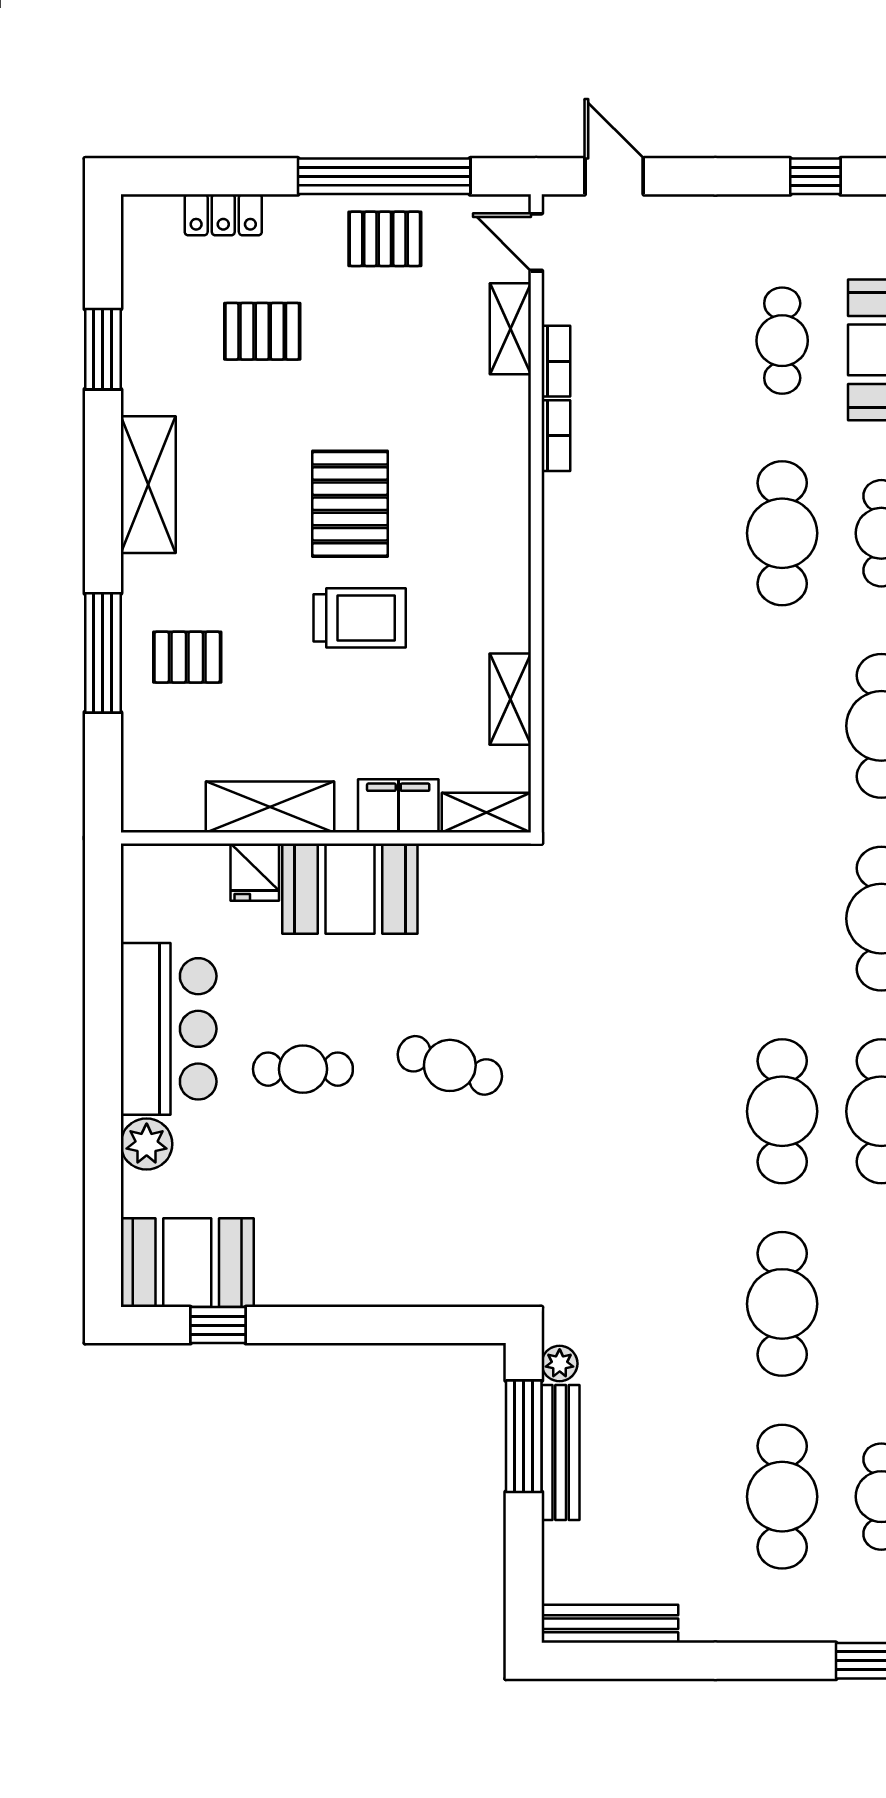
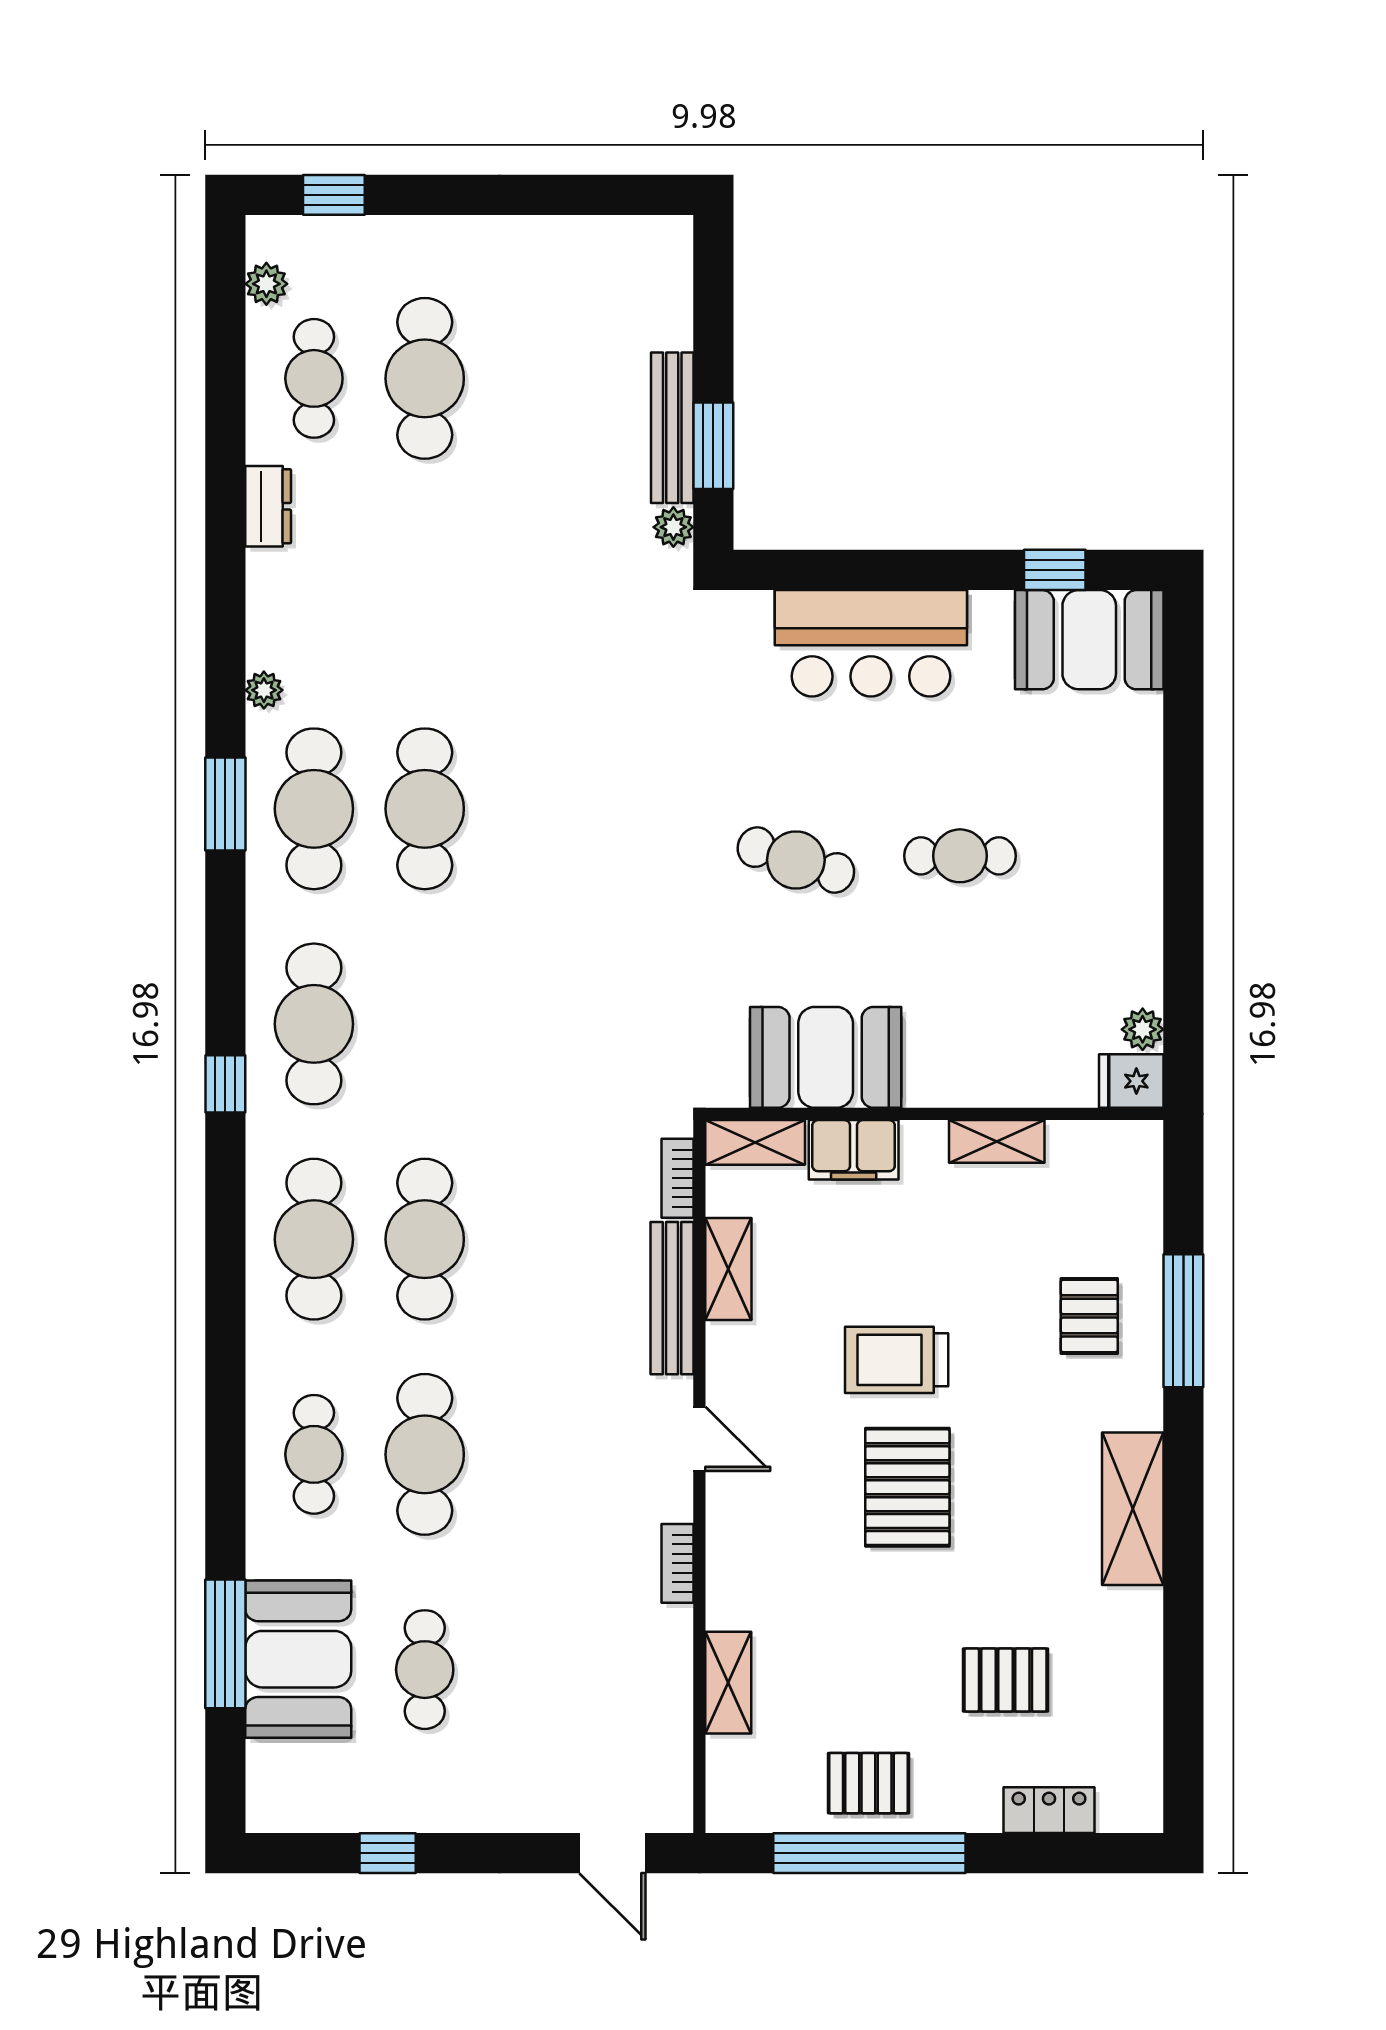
door: (536, 242) -> (699, 1439), moved
window: (103, 349) -> (1183, 1660), removed
bookcase: (556, 361) -> (677, 1178), moved
pallet: (187, 657) -> (1089, 1316), turned 90
shelving: (270, 807) -> (997, 1141), width x0.67, depth x0.75
fridge: (255, 872) -> (1131, 1081), moved, turned -90
booth: (350, 889) -> (826, 1057), moved
bar counter: (169, 1029) -> (871, 643), moved, turned -90
plant: (147, 1144) -> (1143, 1029), moved, width x0.73, depth x0.73
cafe table: (782, 1304) -> (425, 1239), moved
window: (524, 1436) -> (713, 446), width x0.69
bench: (610, 1624) -> (672, 1298), moved, turned 90

